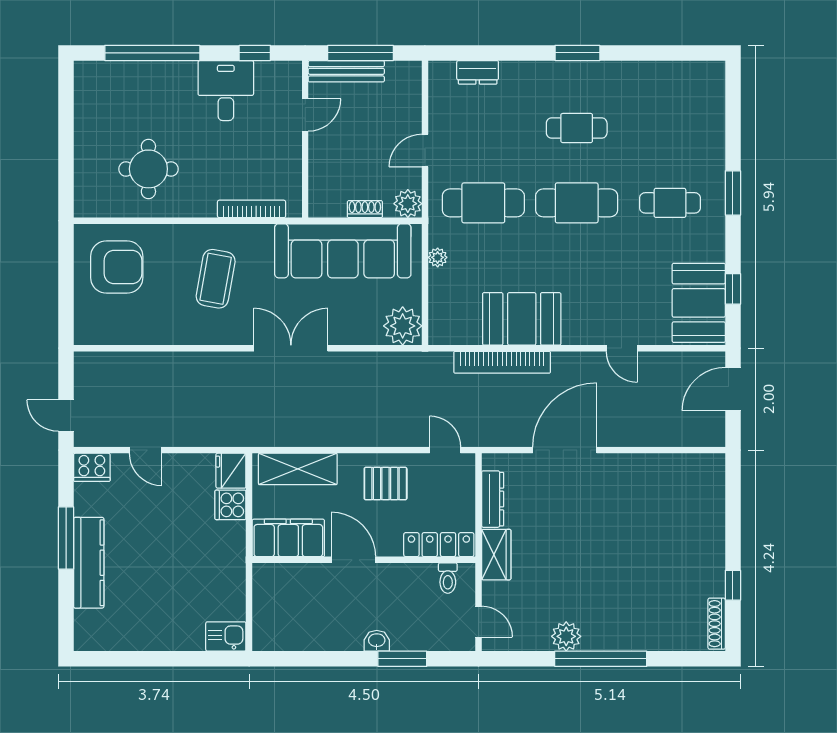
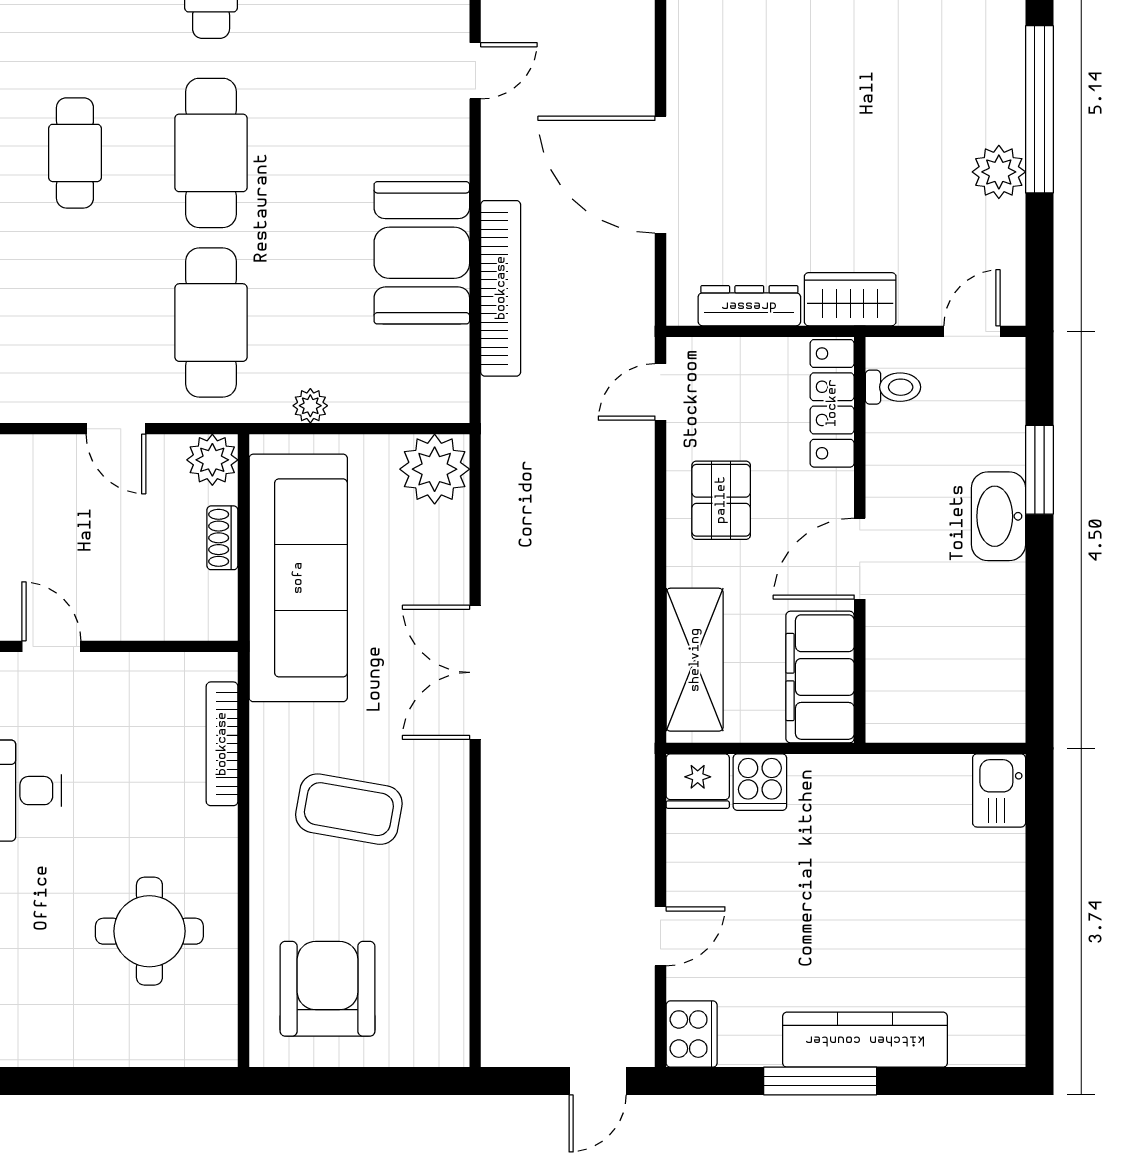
washbasin: (377, 641) -> (998, 516), width x1.91, depth x1.45

